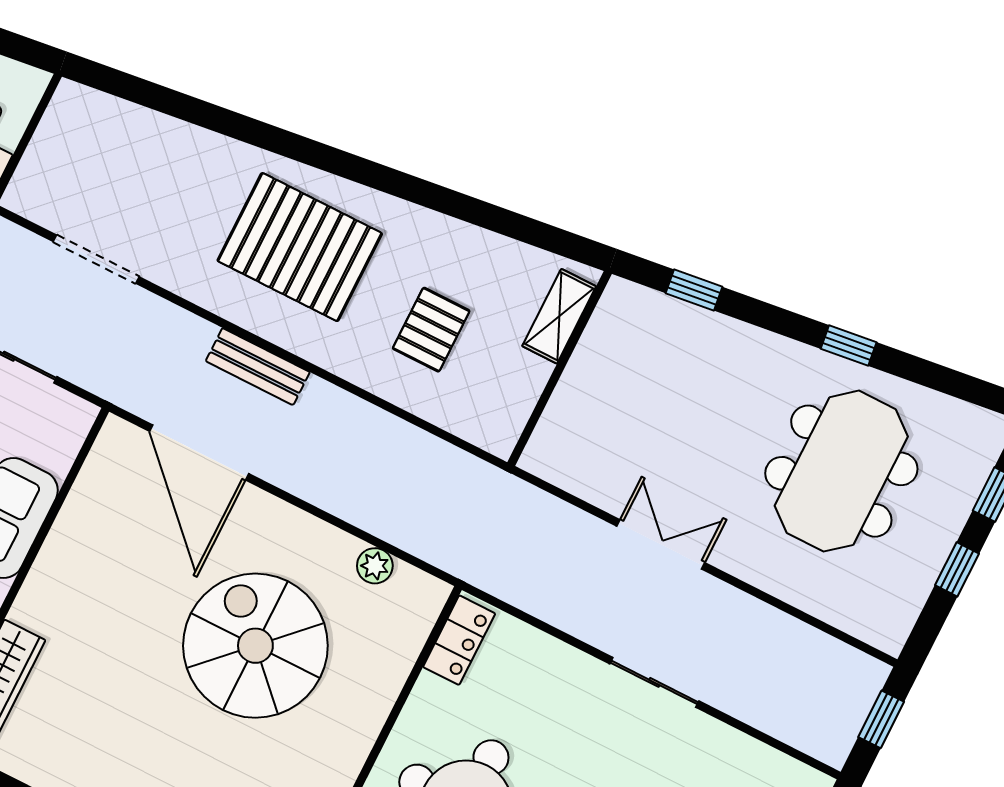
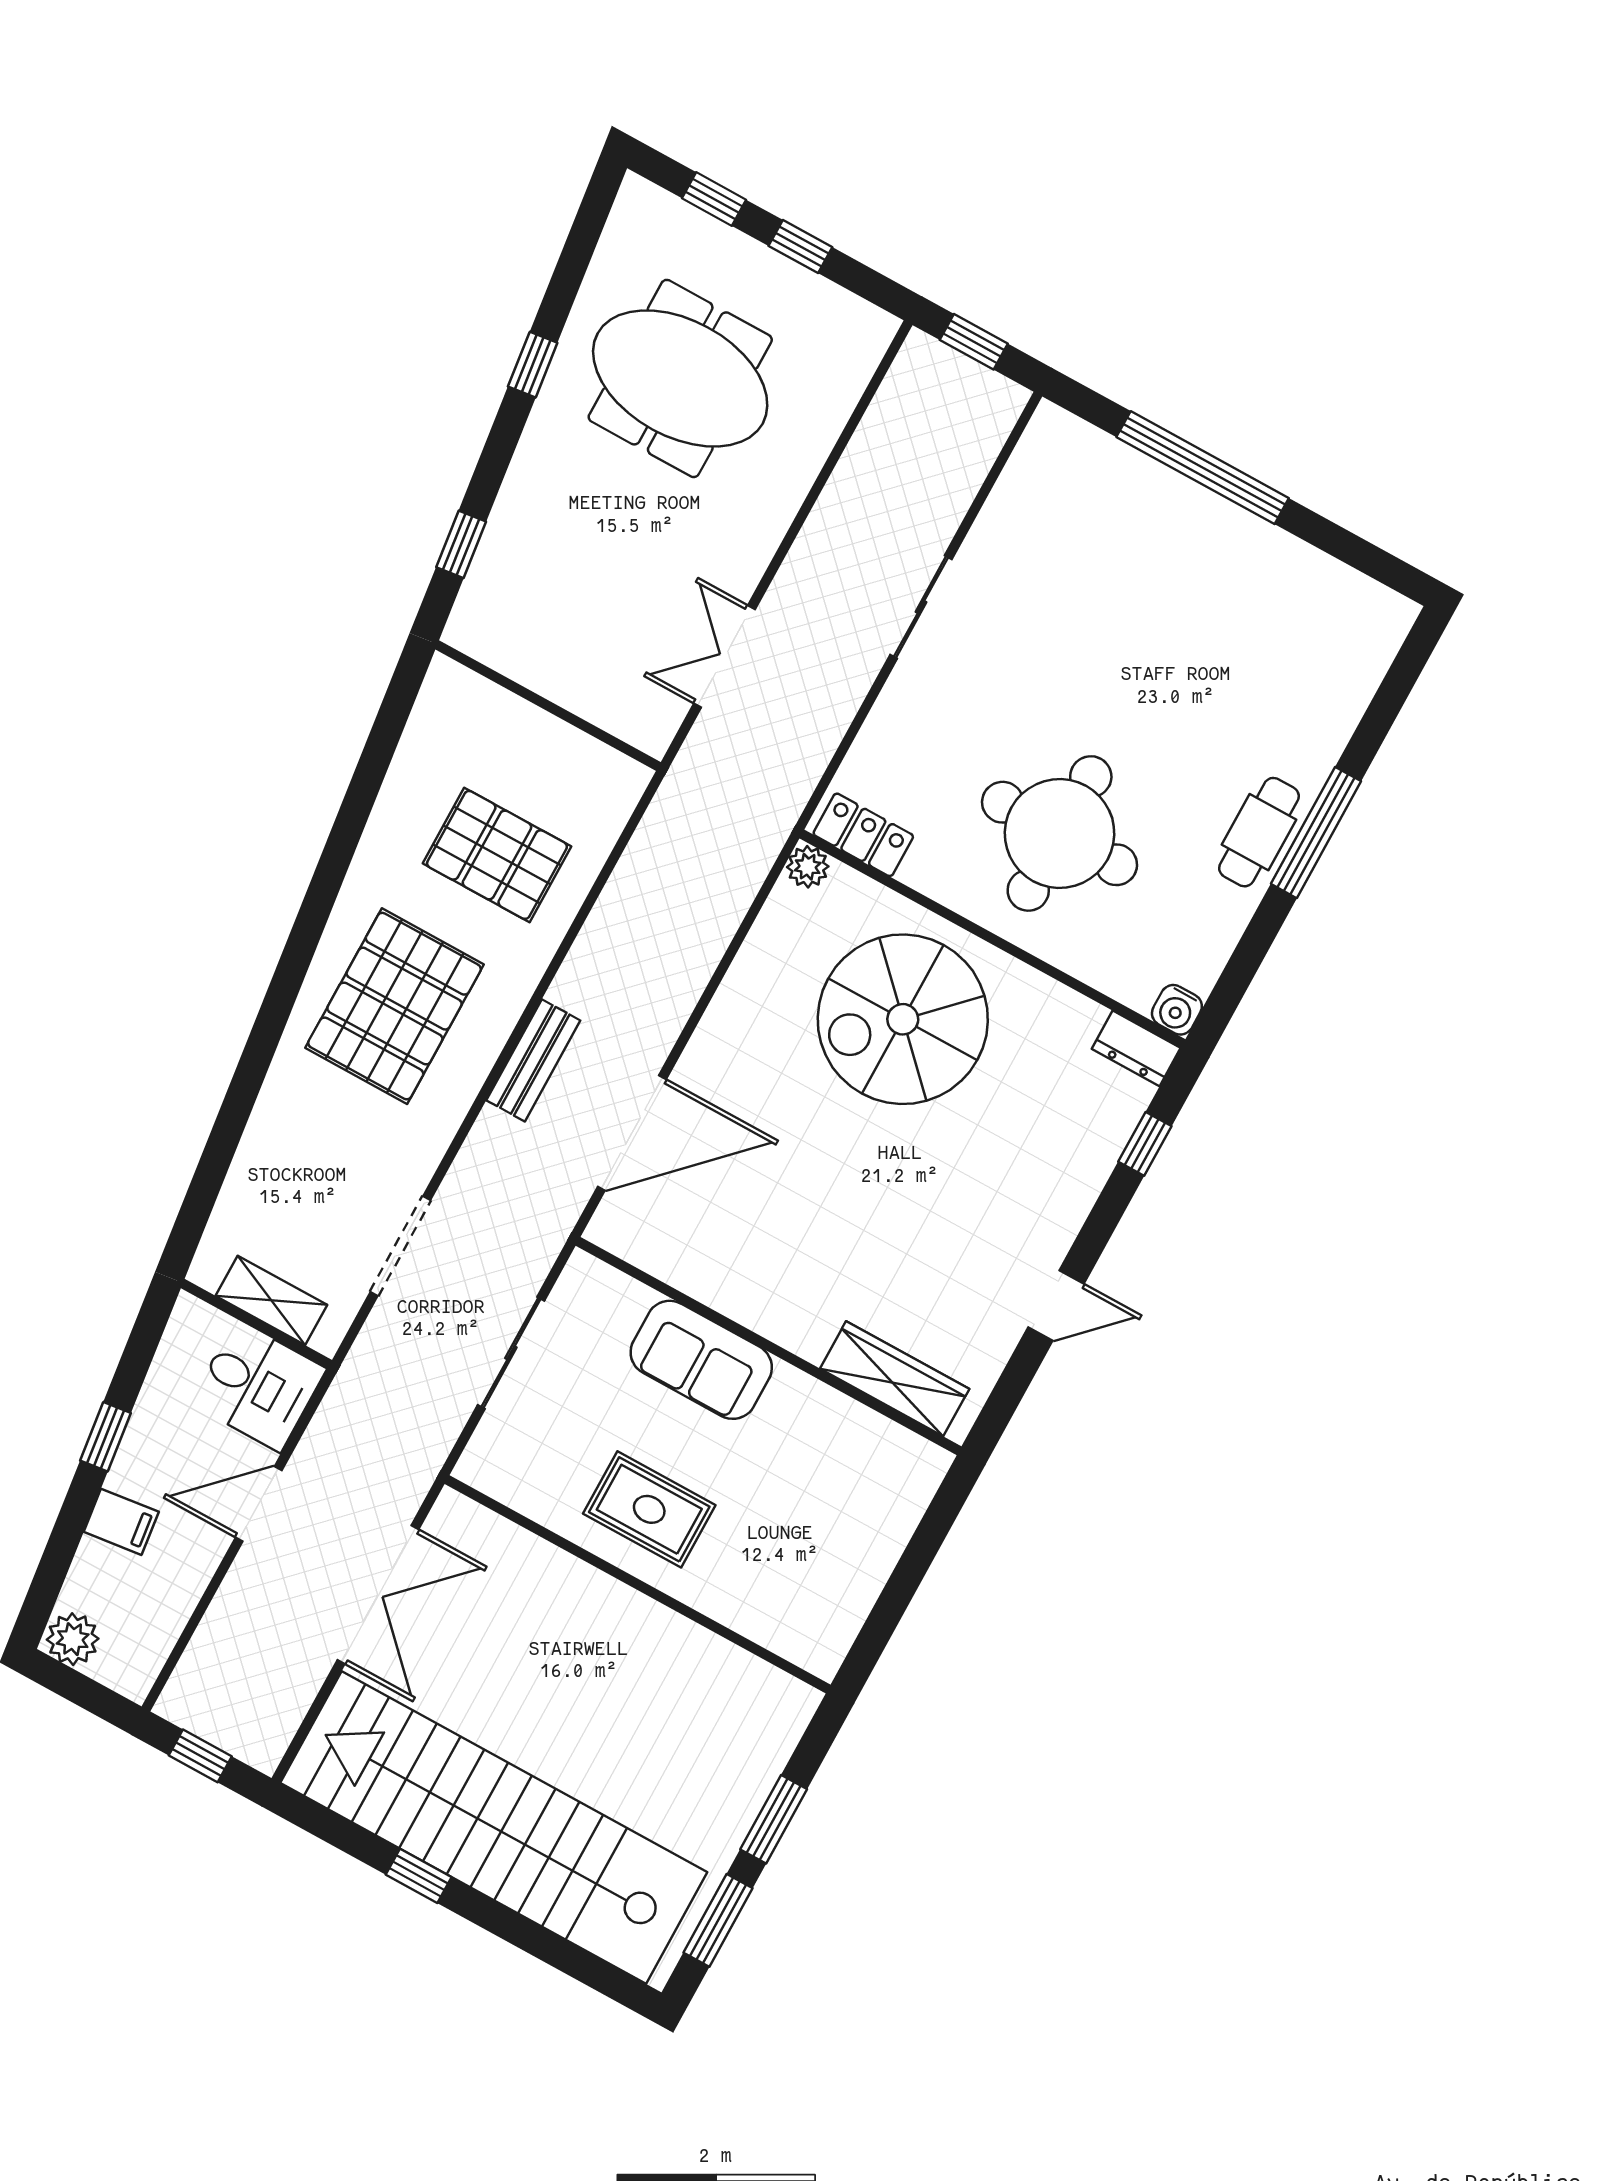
shelving: (559, 316) -> (271, 1300), moved
pallet: (431, 330) -> (497, 855), width x1.50, depth x1.42
double door: (661, 544) -> (725, 656), moved
plant: (375, 566) -> (808, 867), moved
spiral stairs: (255, 646) -> (903, 1019), moved

